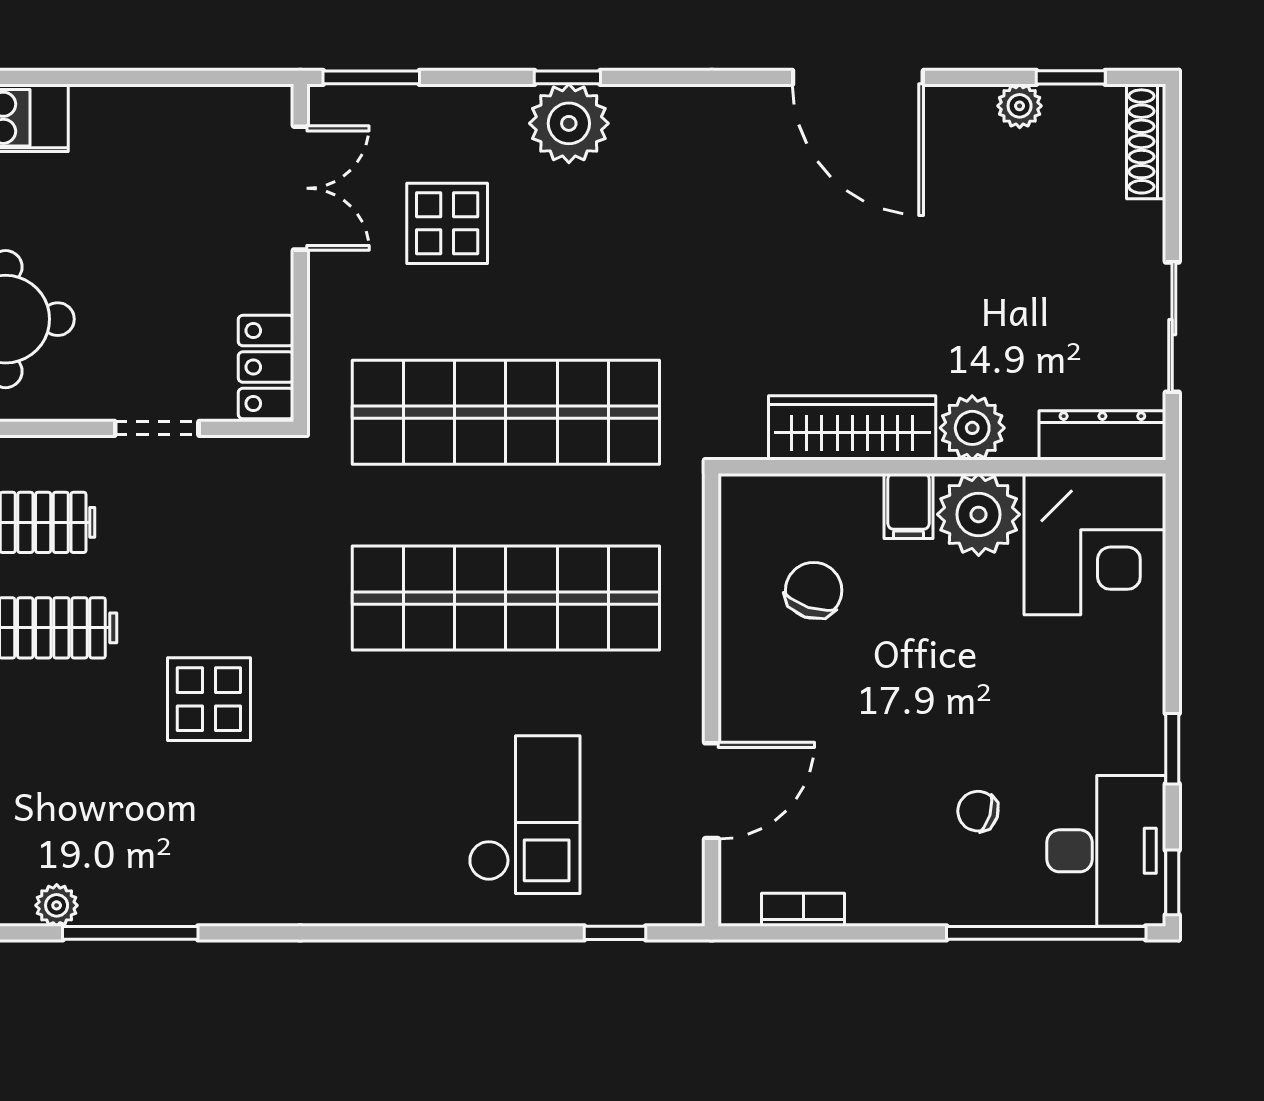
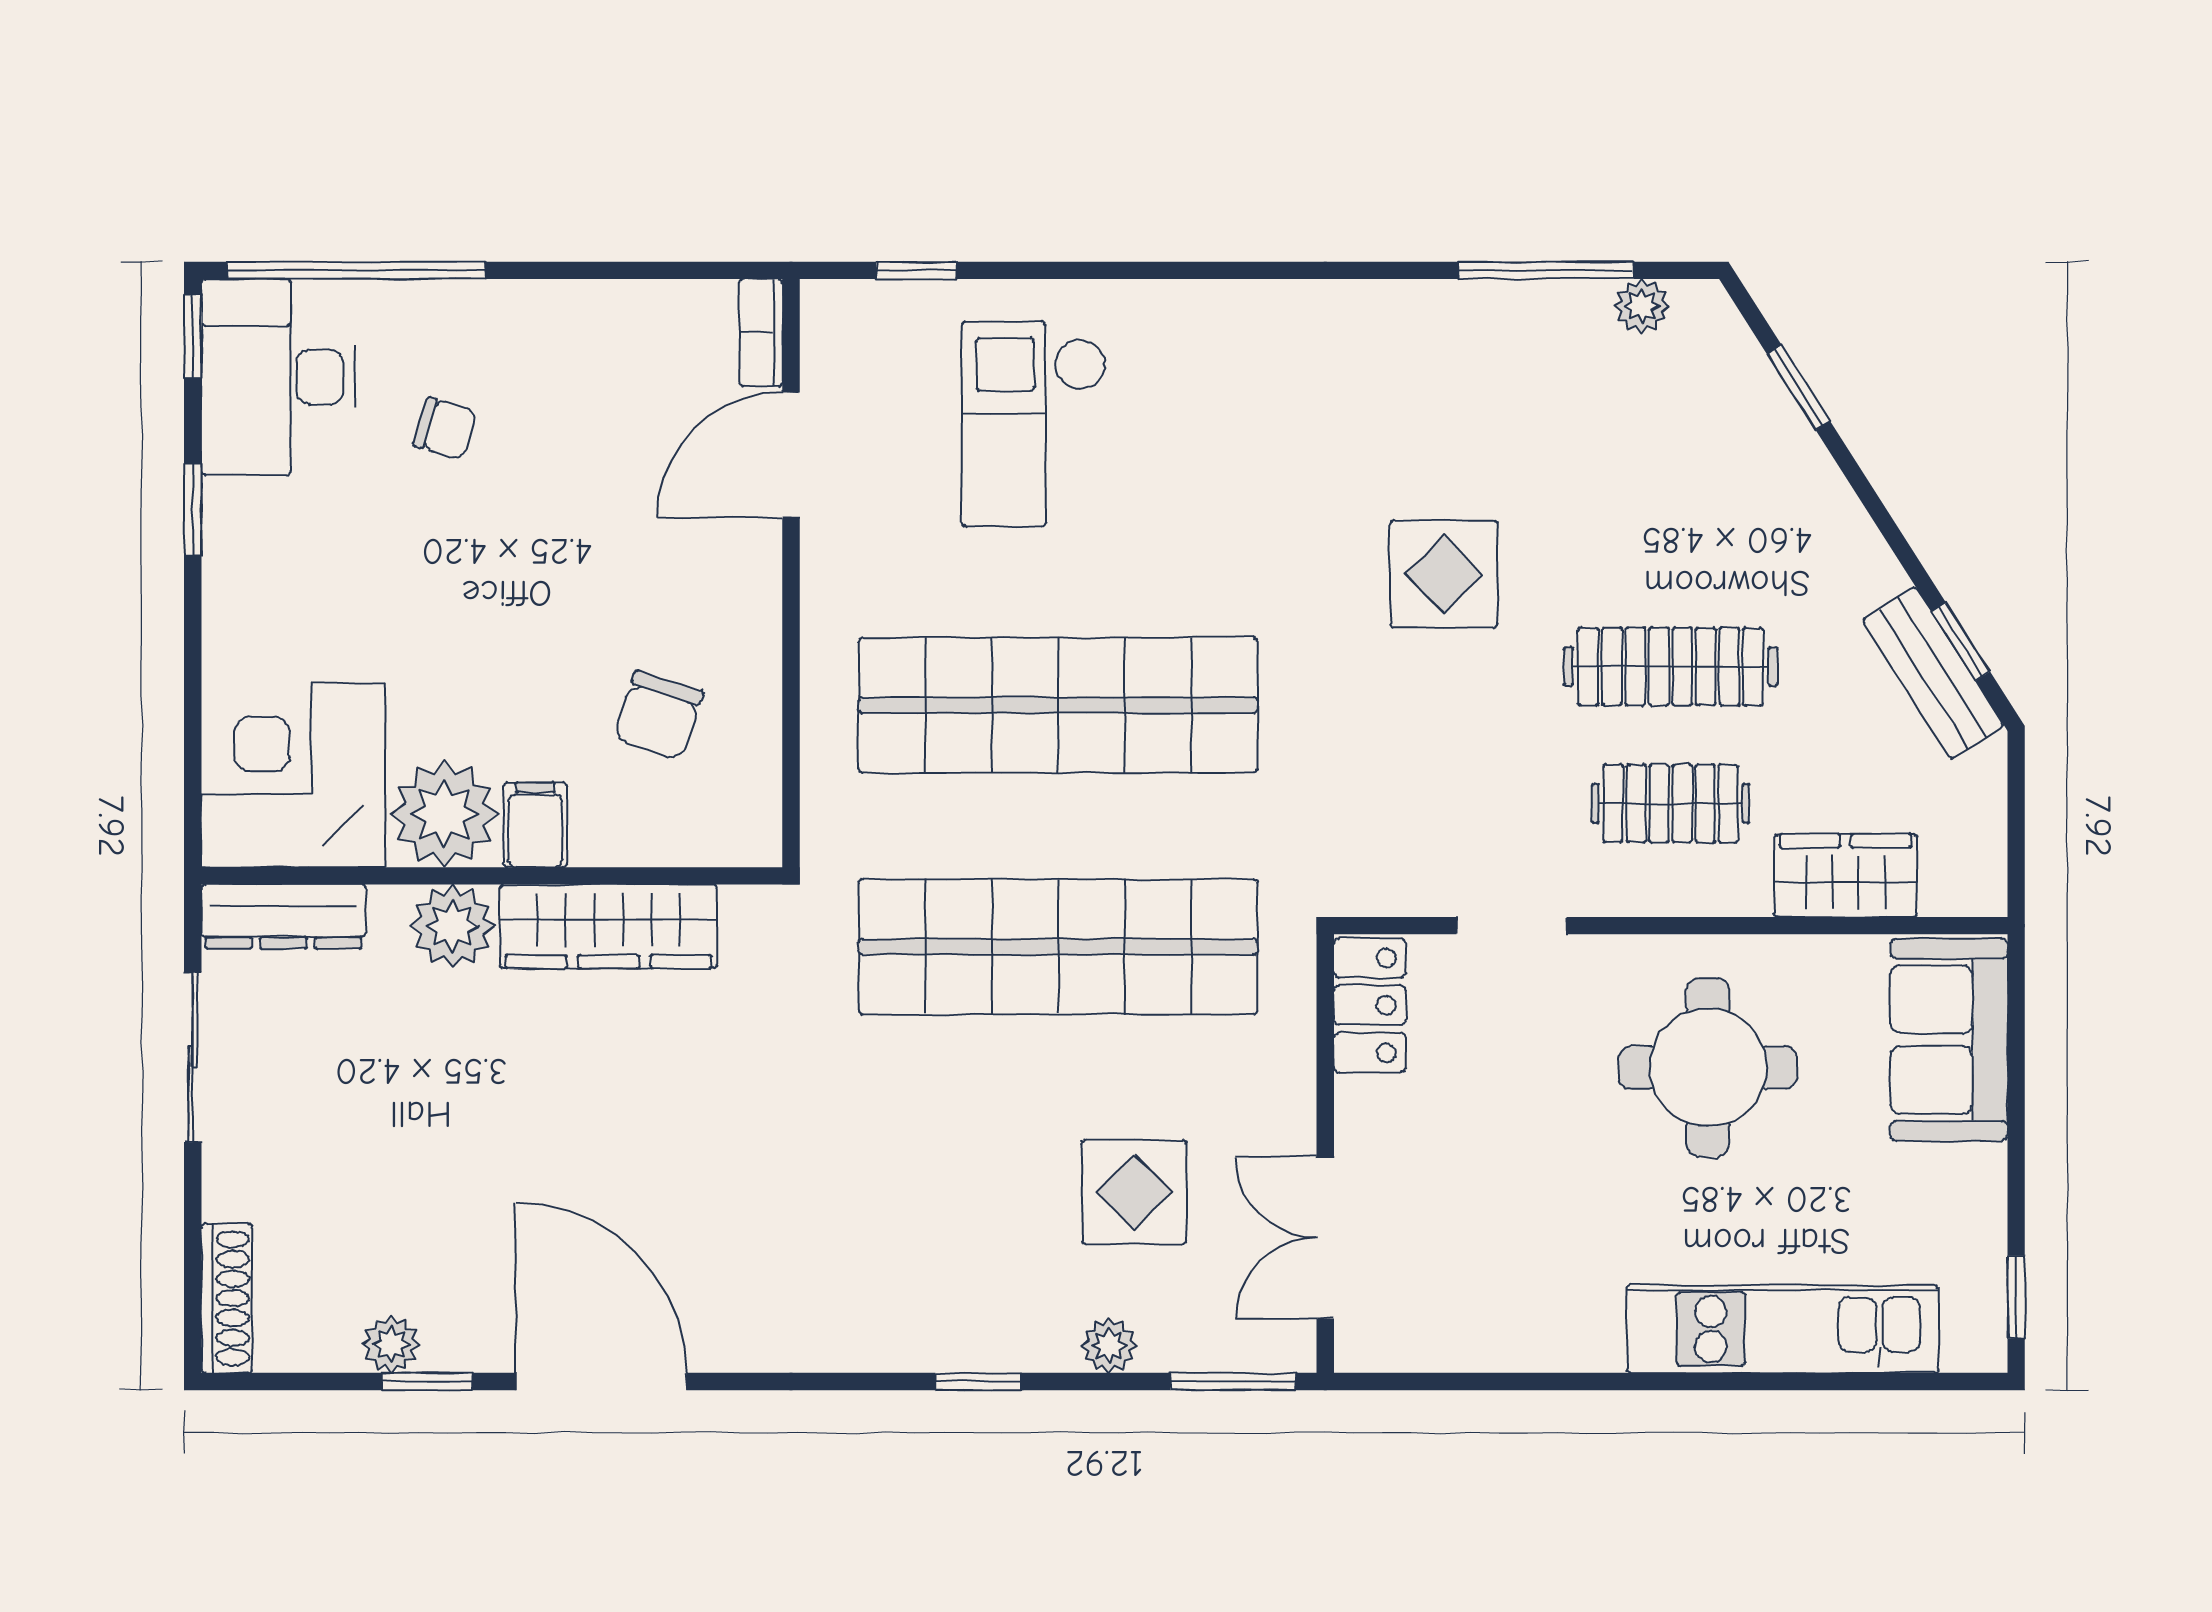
window: (1071, 77) -> (427, 1381), moved
plant: (569, 123) -> (1109, 1346), moved, width x0.53, depth x0.53
bookcase: (803, 910) -> (761, 333), moved, turned 90

